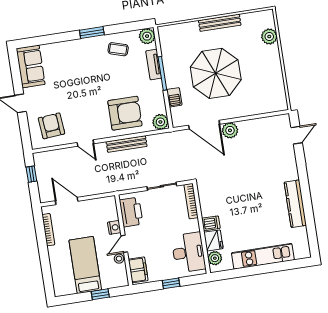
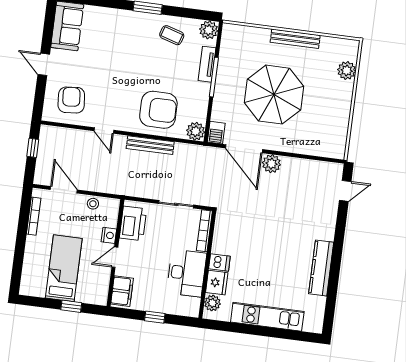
barbecue: (174, 97) -> (216, 133), moved
desk: (188, 252) -> (186, 273), moved
stool: (119, 259) -> (93, 204), moved

